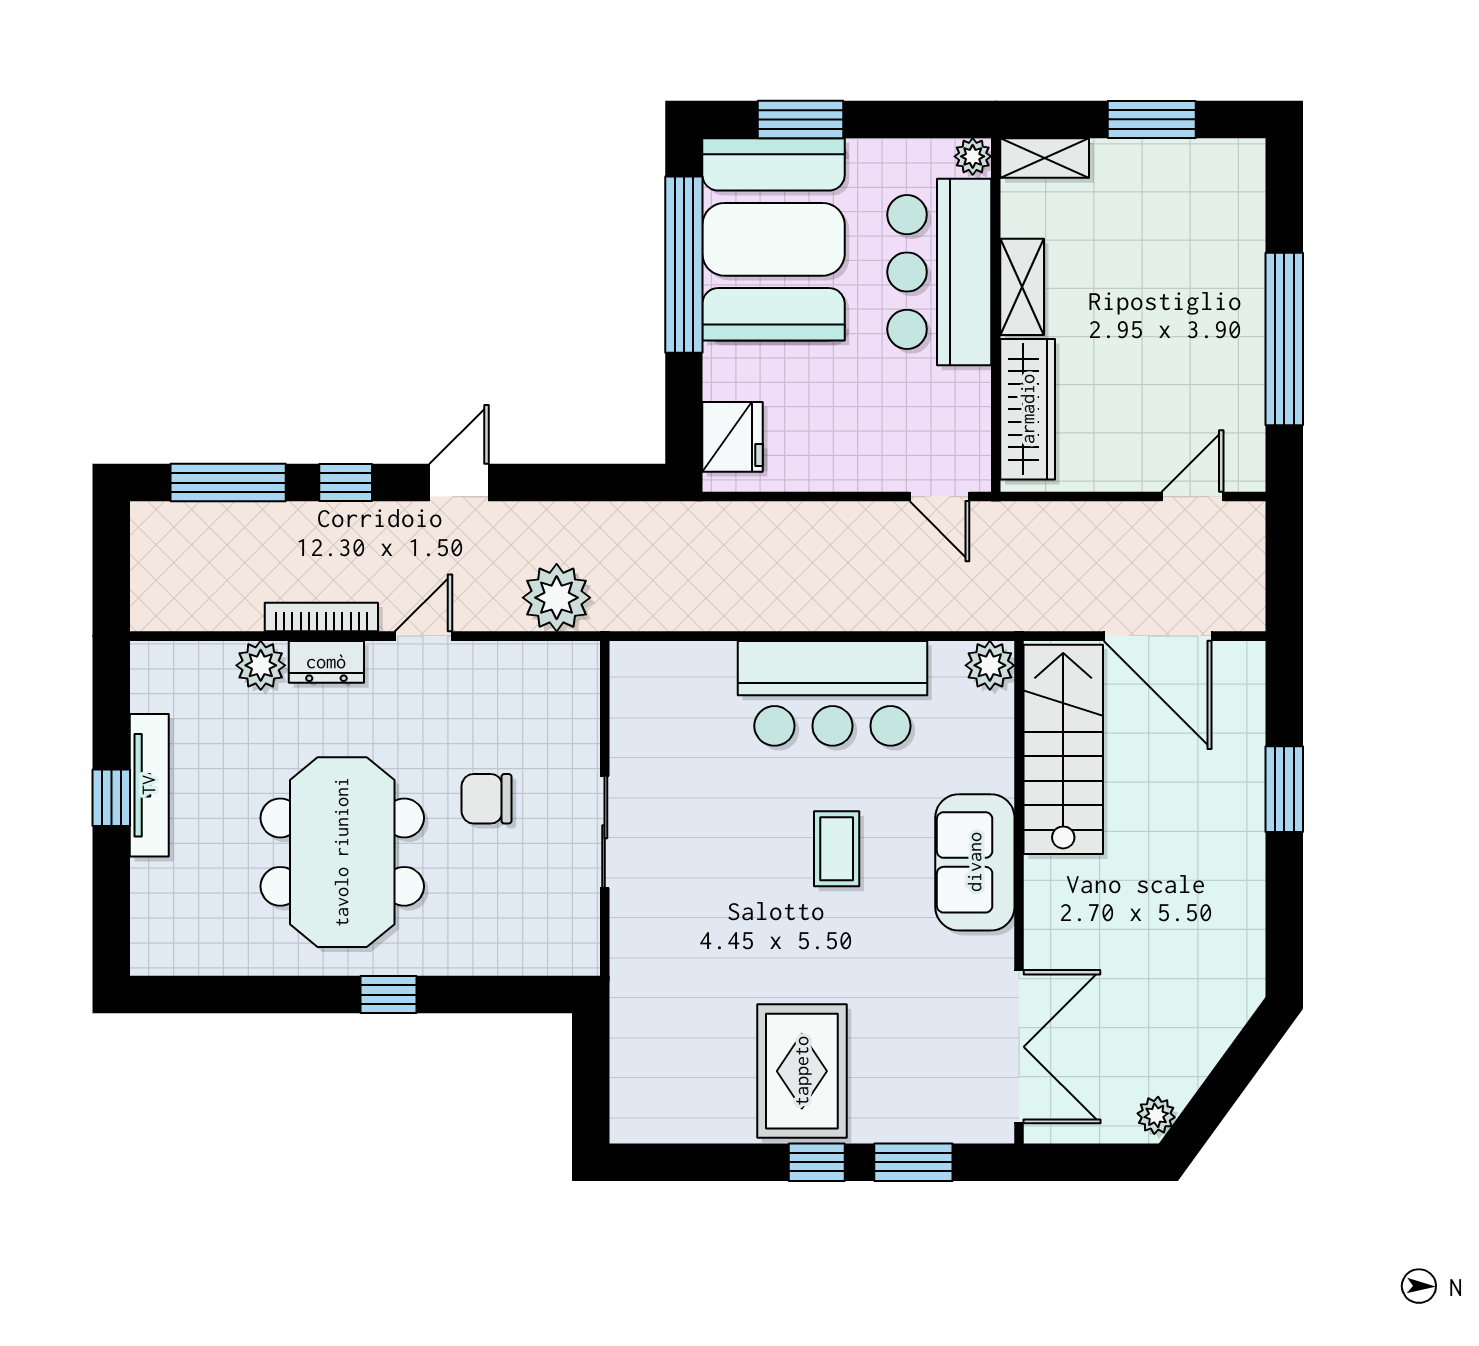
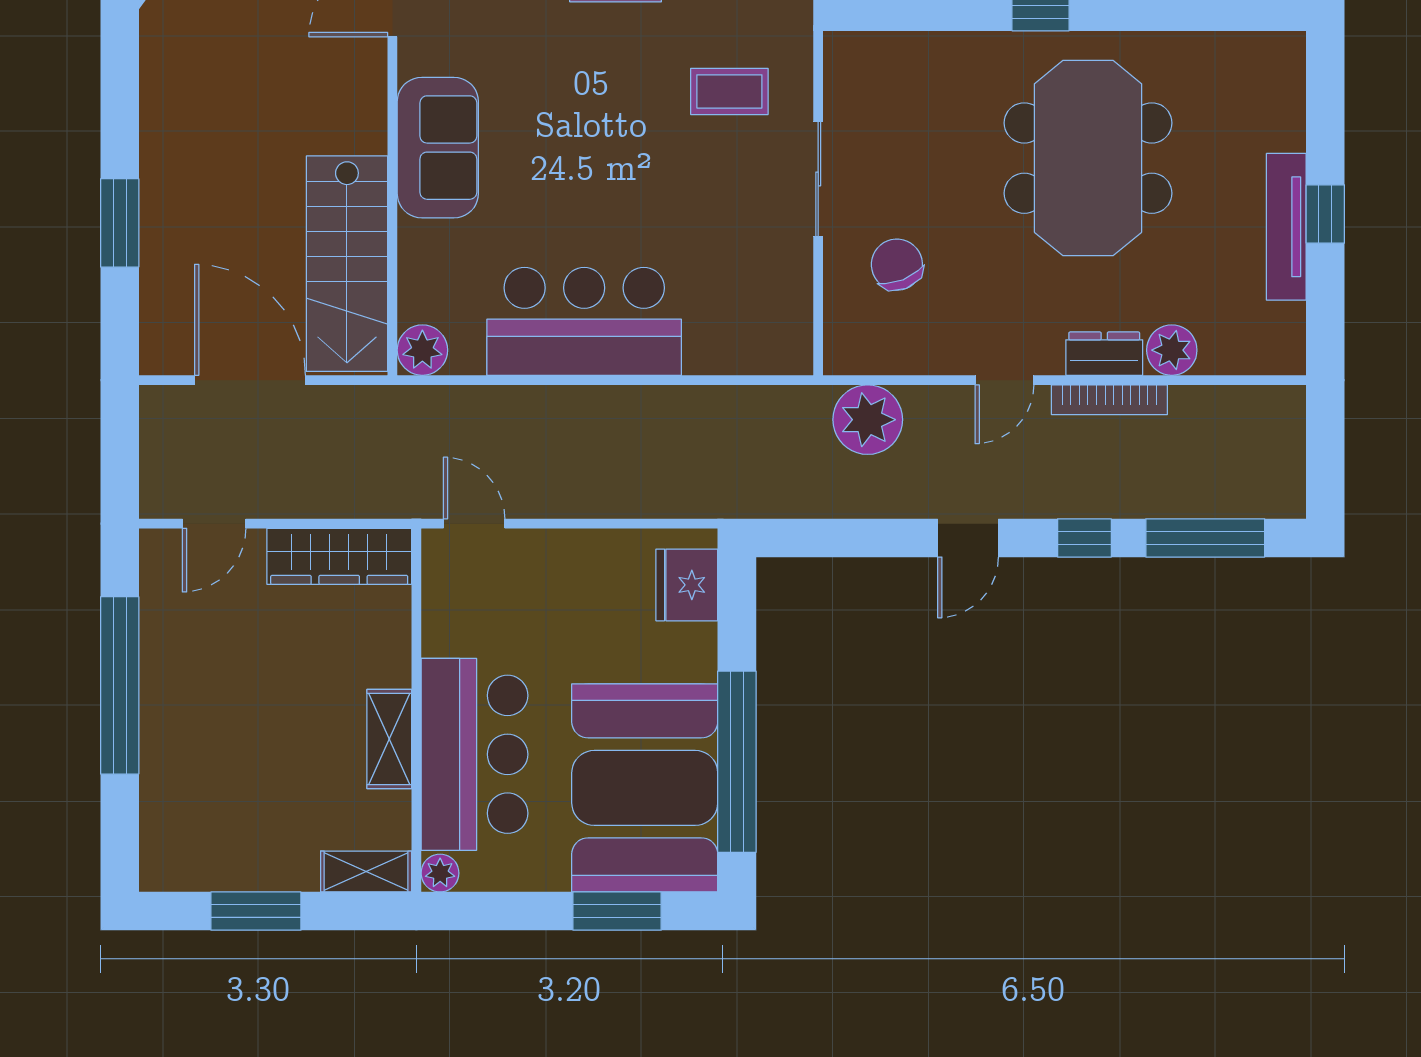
wardrobe: (1028, 409) -> (339, 556), moved, turned -90
chair: (487, 799) -> (897, 265), moved, turned -112
coffee table: (837, 849) -> (729, 91), moved, turned 90

